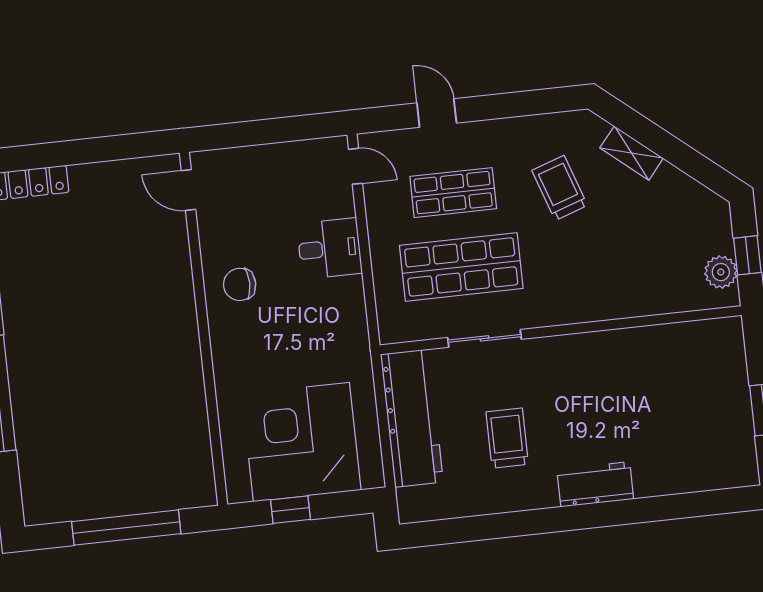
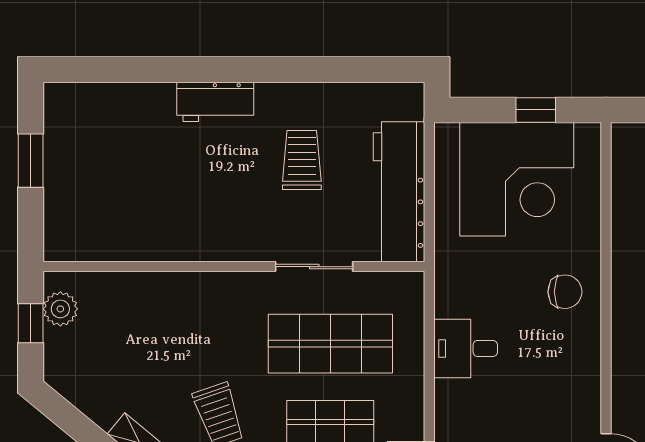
desk: (329, 248) -> (466, 348), moved
chair: (240, 284) -> (565, 292), moved
trolley: (507, 438) -> (302, 160), turned 180

